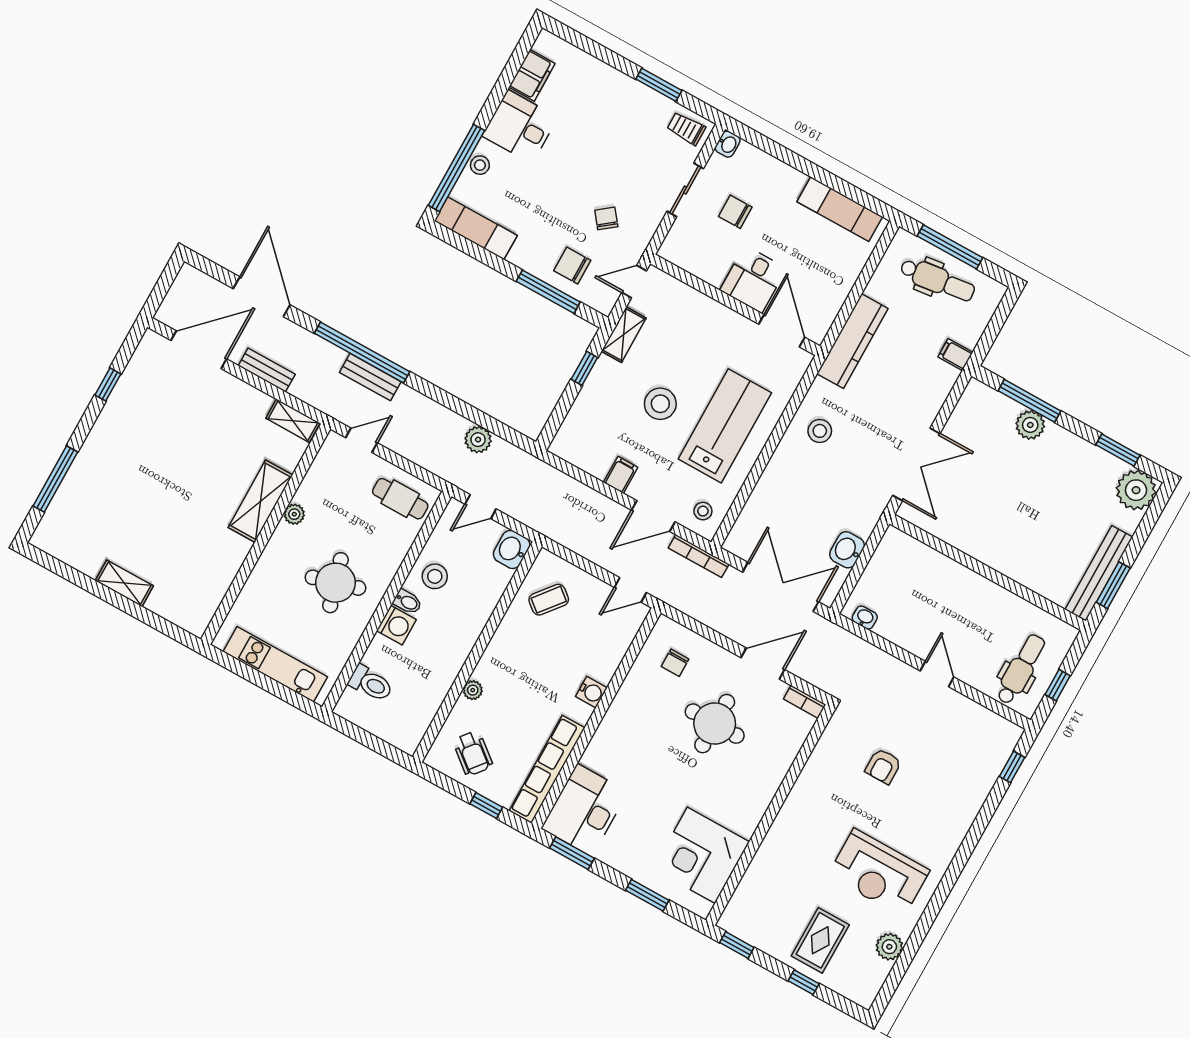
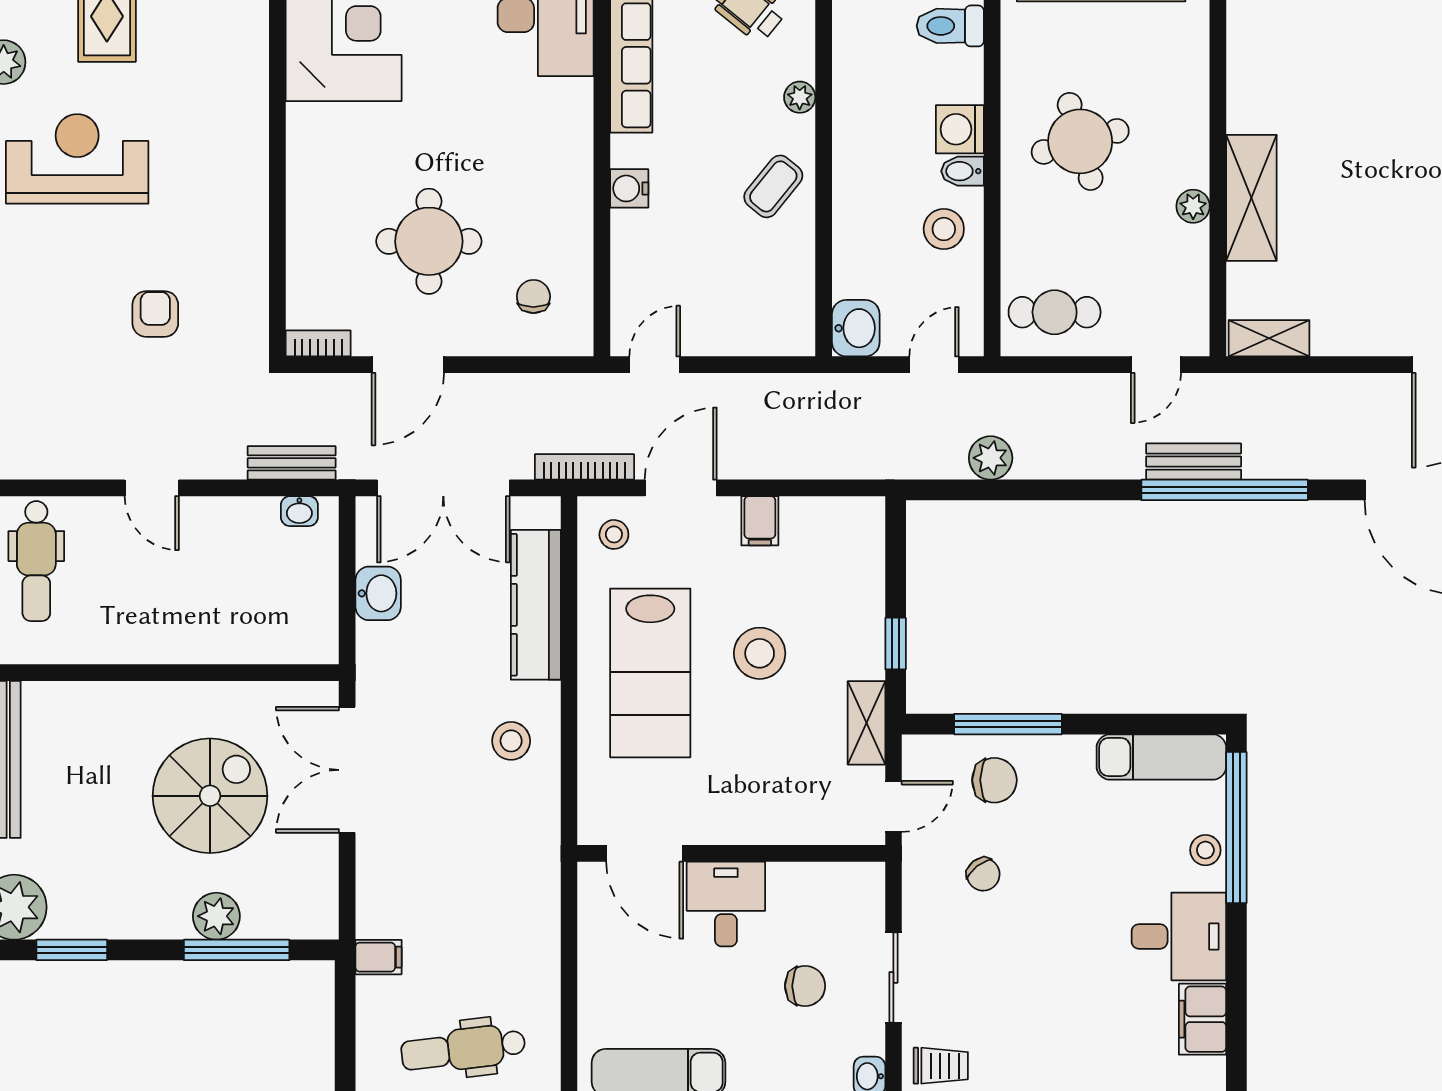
kitchen counter: (852, 341) -> (536, 605), moved
bench: (267, 370) -> (292, 463), moved
spiral stairs: (998, 491) -> (210, 796), added
coffee table: (549, 600) -> (773, 186), moved

